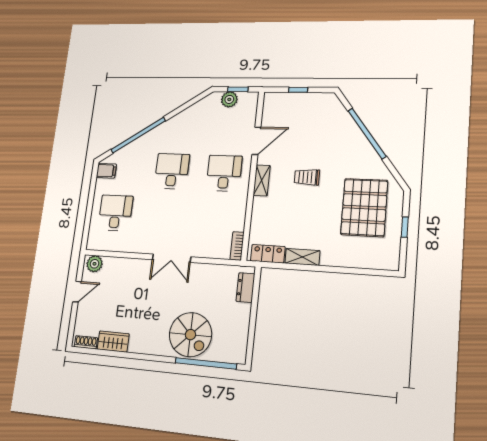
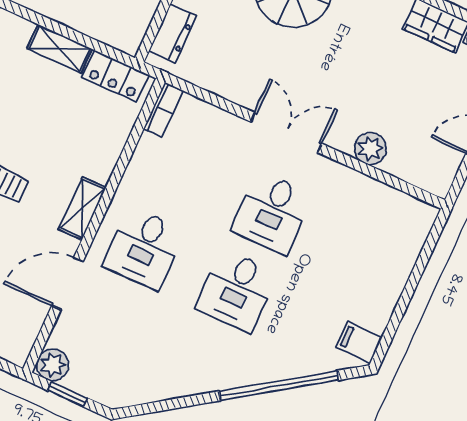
plant: (229, 99) -> (53, 365), moved
desk: (115, 213) -> (272, 213), moved
plant: (94, 264) -> (370, 148), moved

